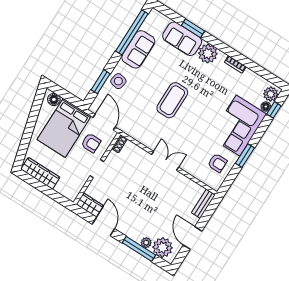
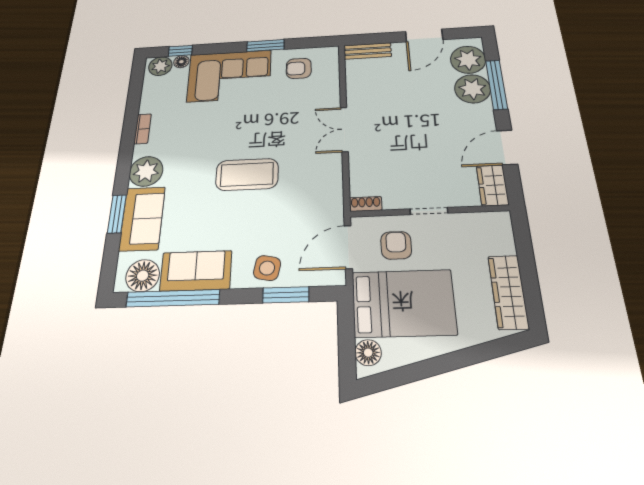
floor lamp: (152, 25) -> (143, 276), added
armchair: (217, 163) -> (299, 68), turned -90
plant: (146, 243) -> (472, 89), width x1.88, depth x1.88

